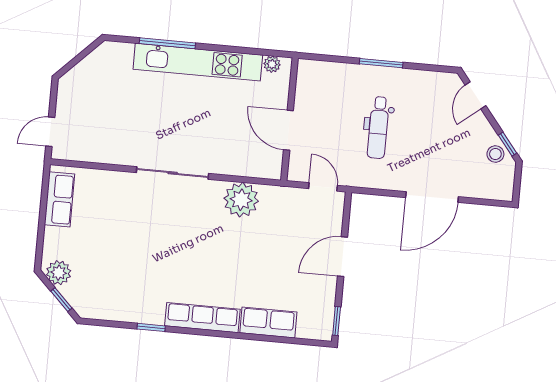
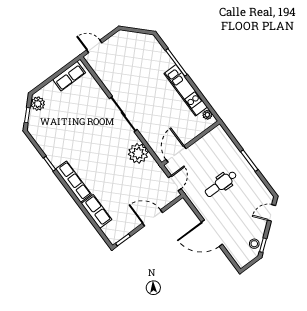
kitchen unit: (198, 62) -> (186, 90), width x0.73
door: (288, 130) -> (176, 154), moved

